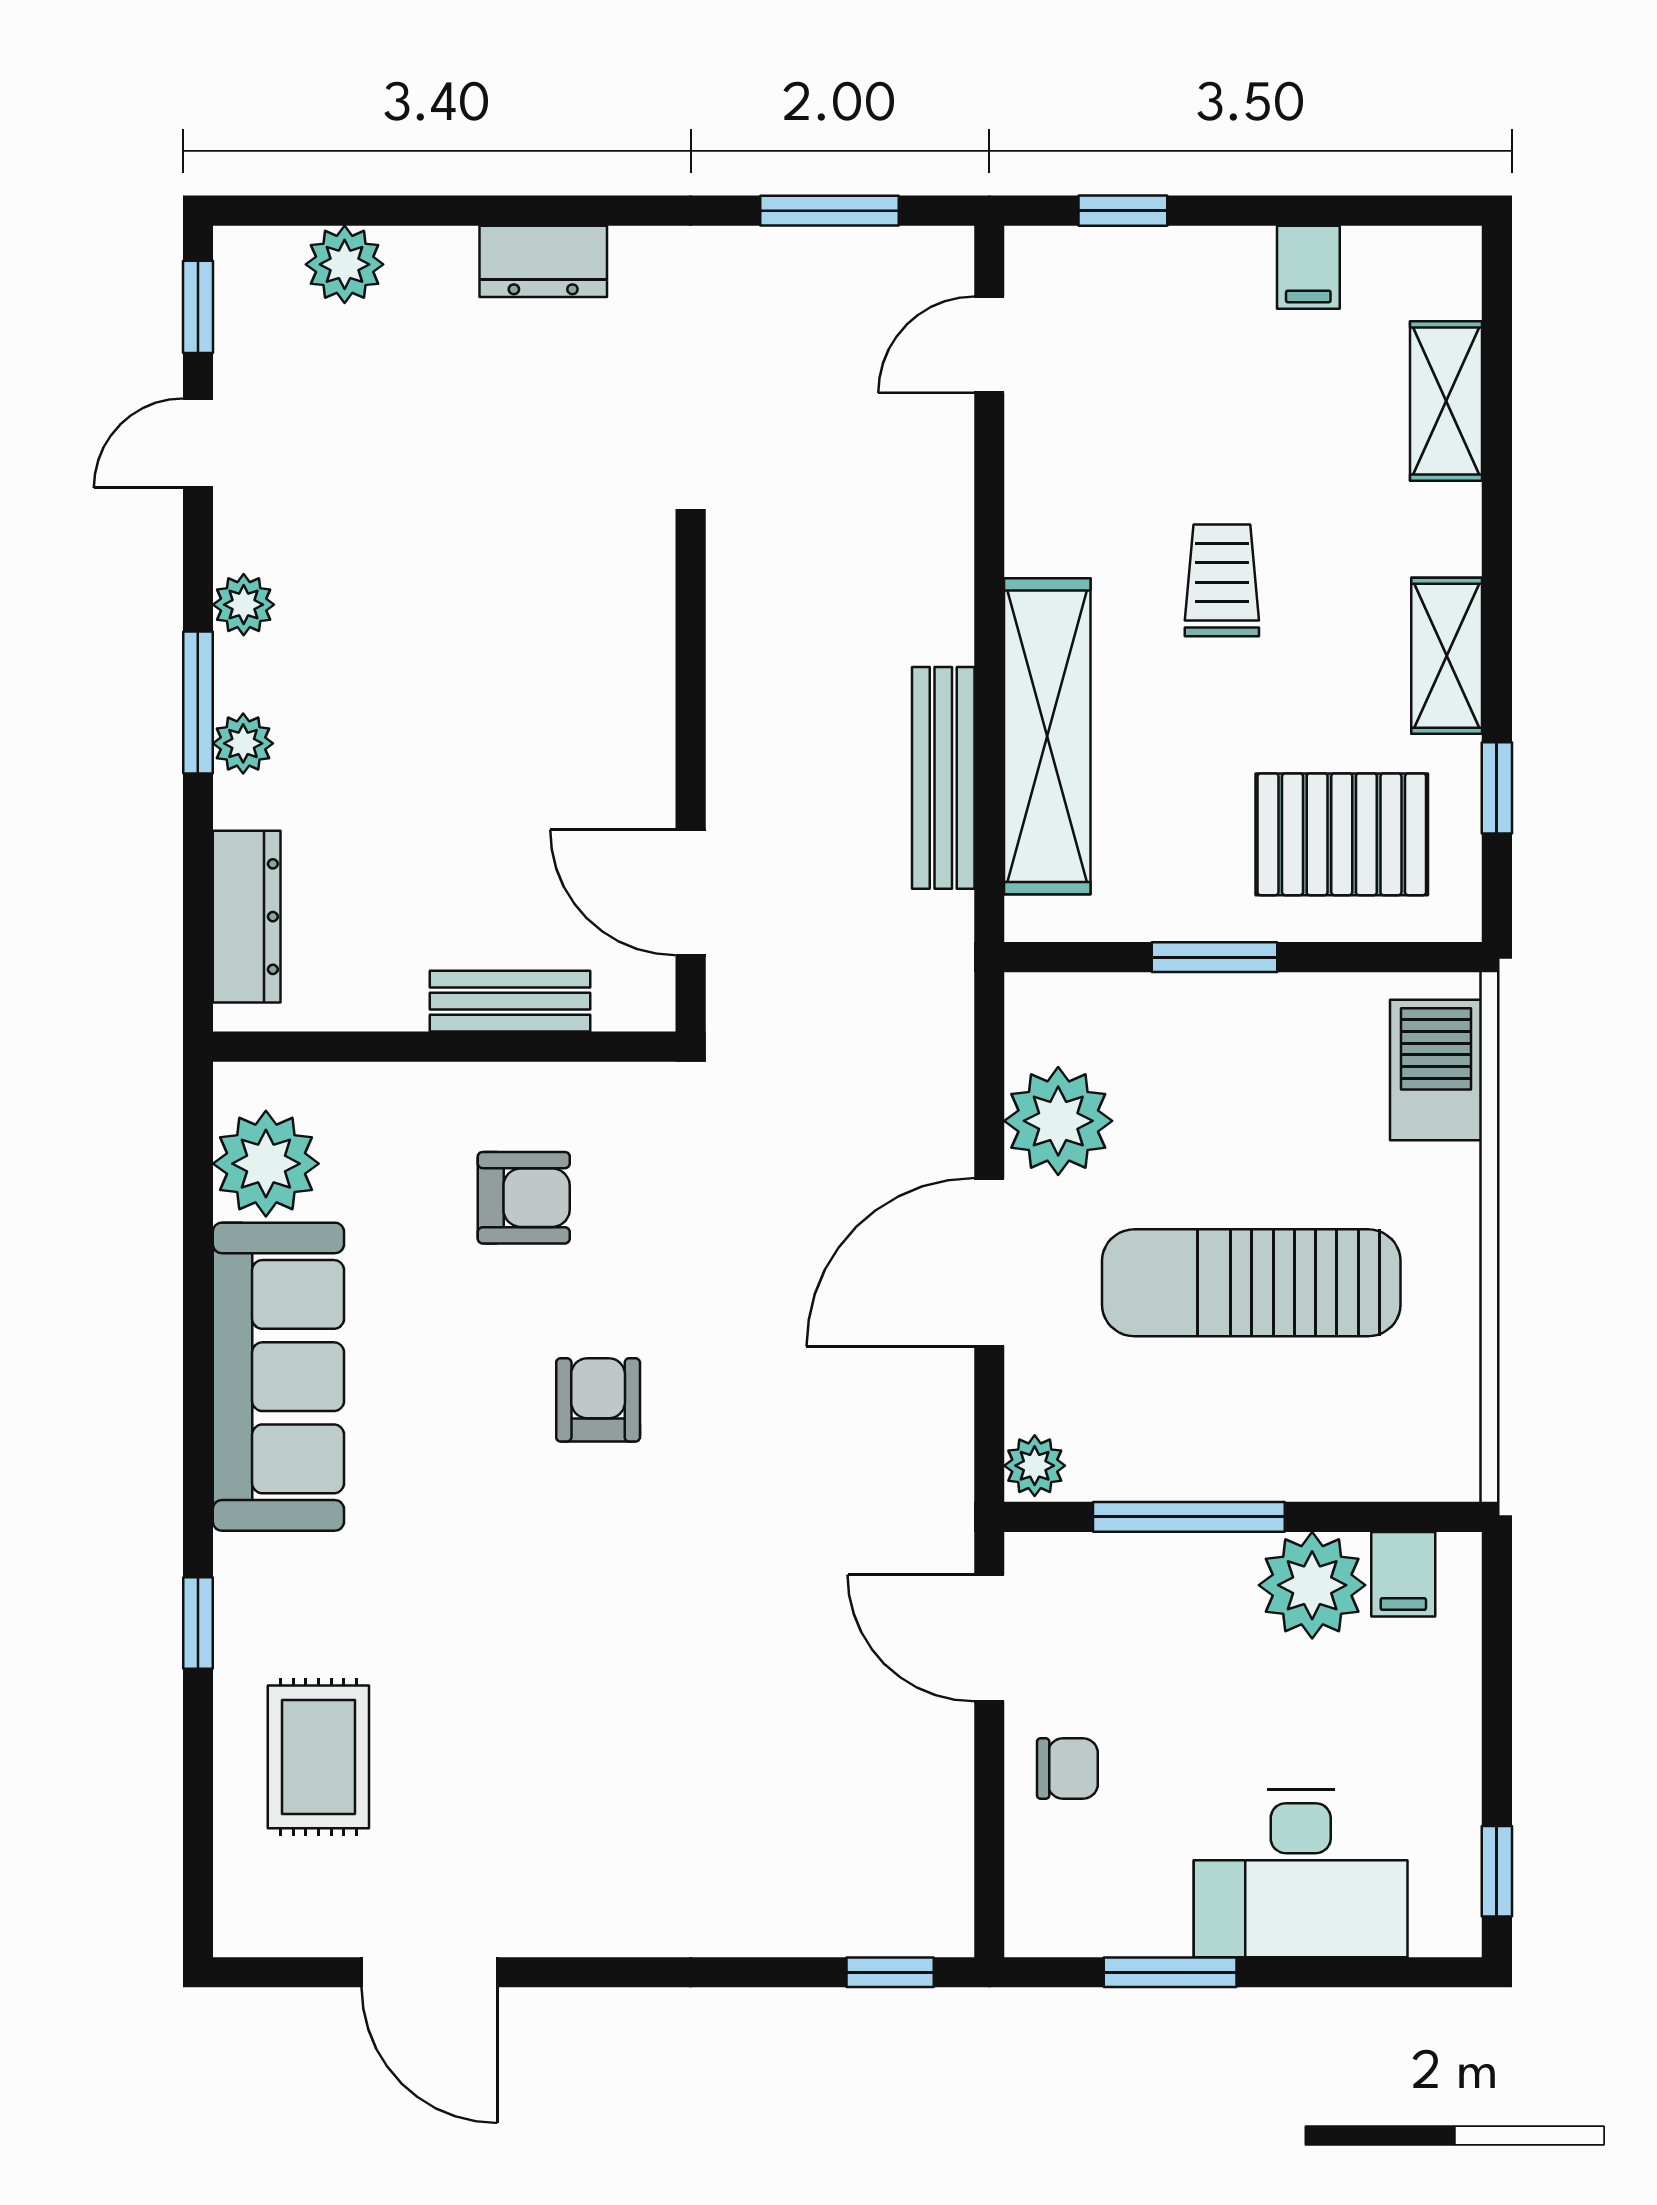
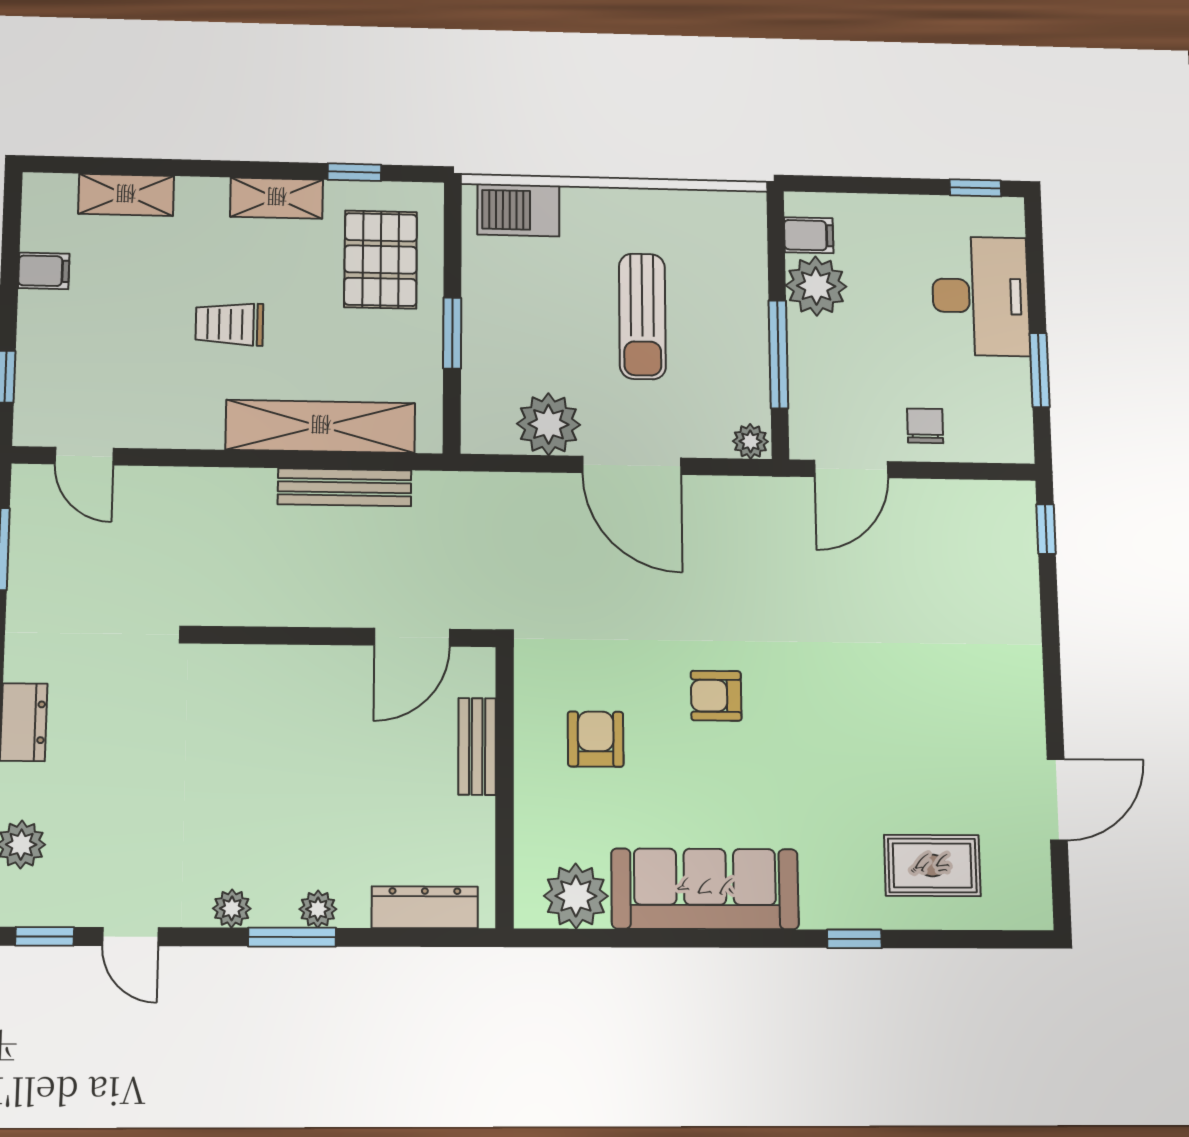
sun lounger: (1251, 1283) -> (642, 316), width x0.73, depth x0.75

